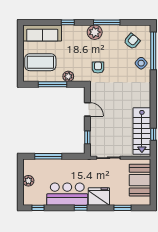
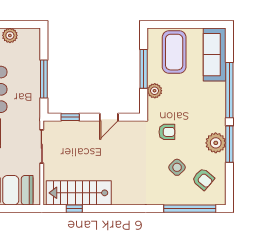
window: (68, 22) -> (229, 90), width x3.17
plant: (95, 32) -> (216, 143), moved
side table: (141, 63) -> (177, 167), moved
window: (48, 156) -> (44, 79), moved

